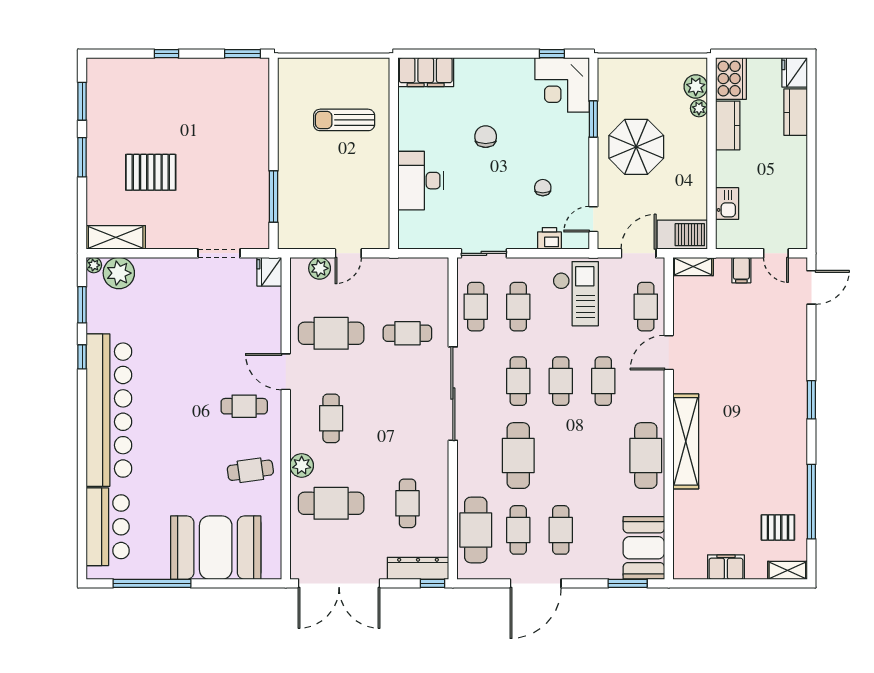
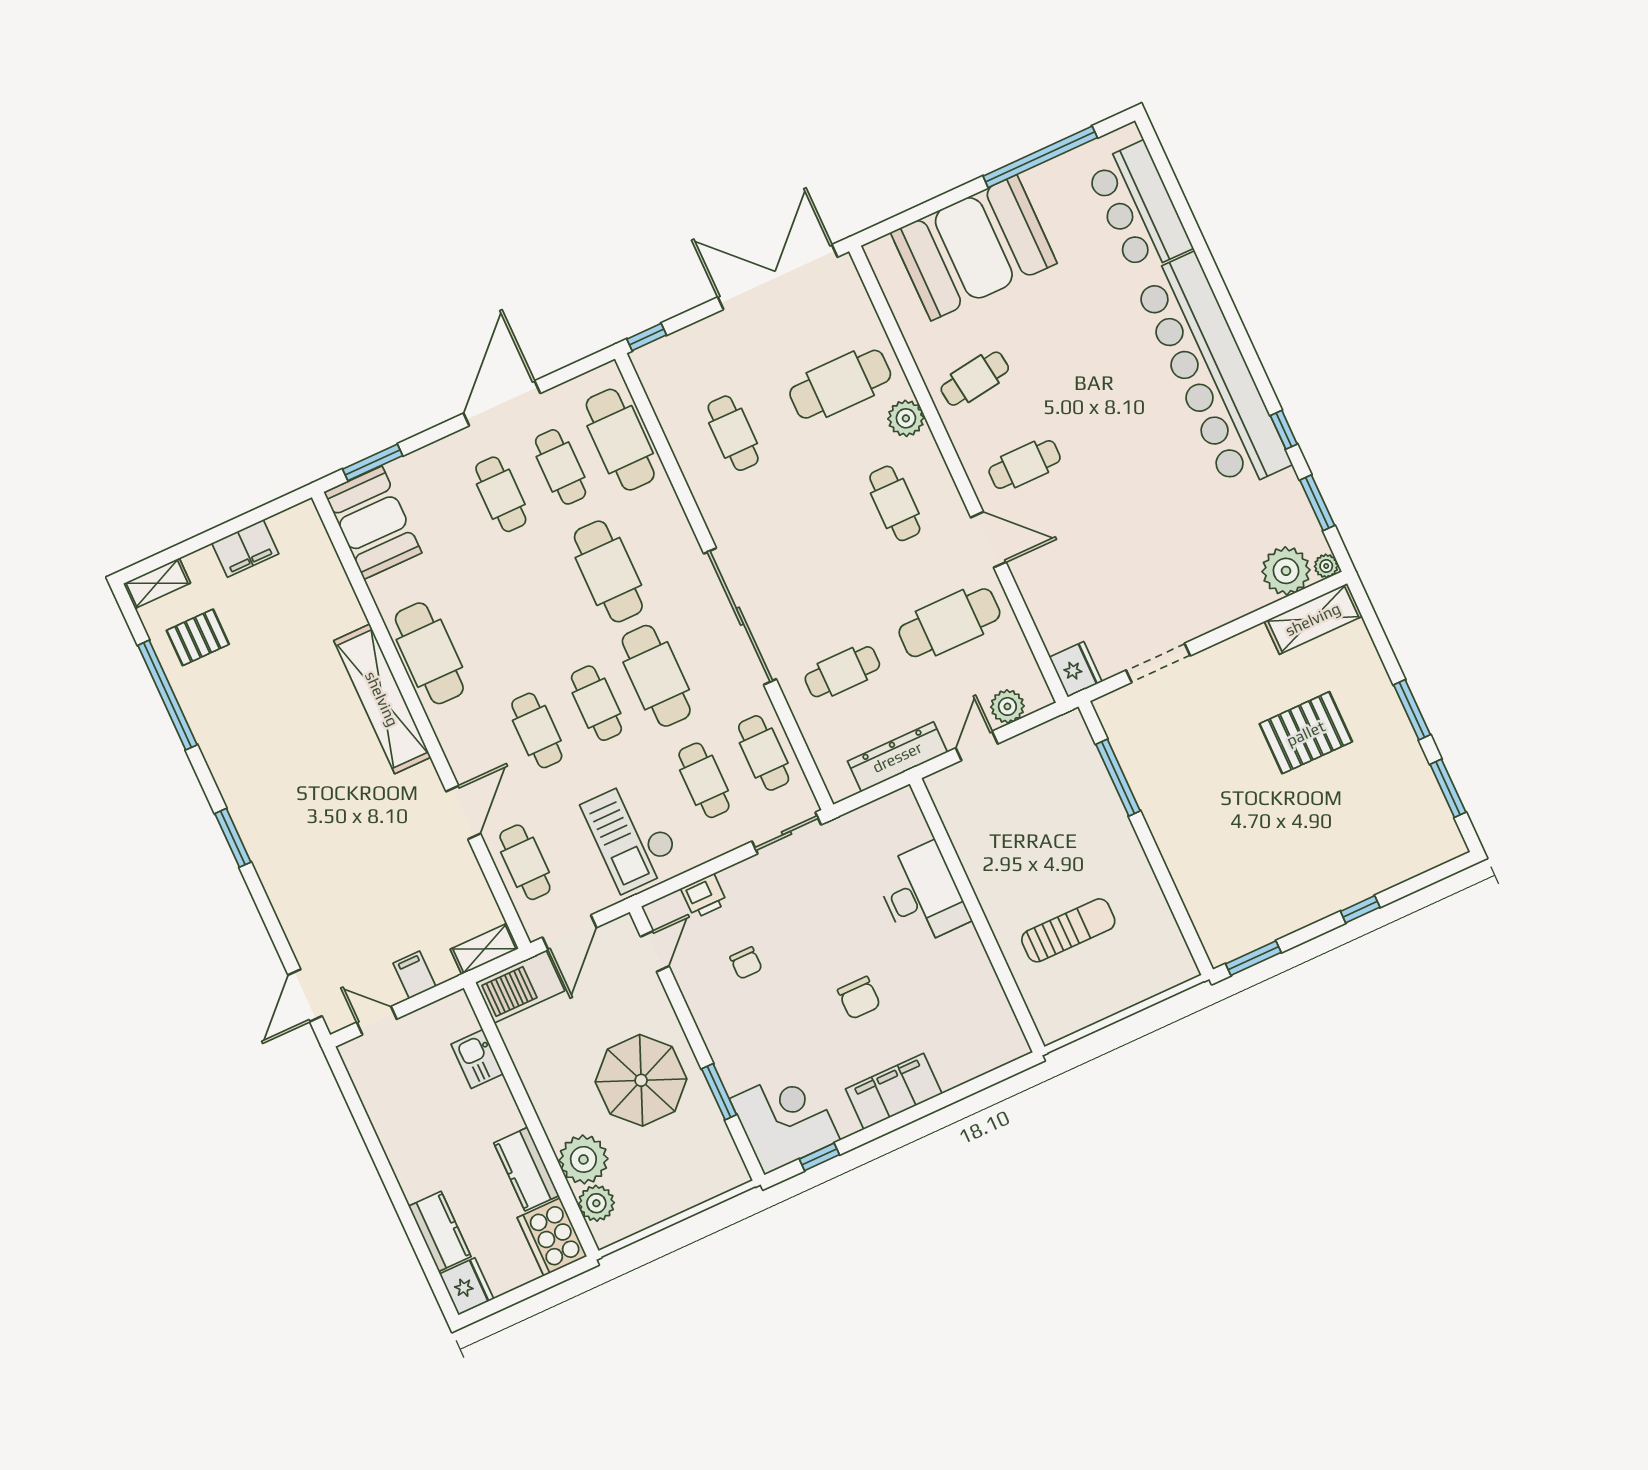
filing cabinet: (426, 72) -> (894, 1091), moved
plant: (699, 108) -> (583, 1159), width x1.87, depth x1.87
cafe table: (518, 381) -> (656, 676), width x1.37, depth x1.35
dresser: (418, 568) -> (897, 757), moved, turned 180

